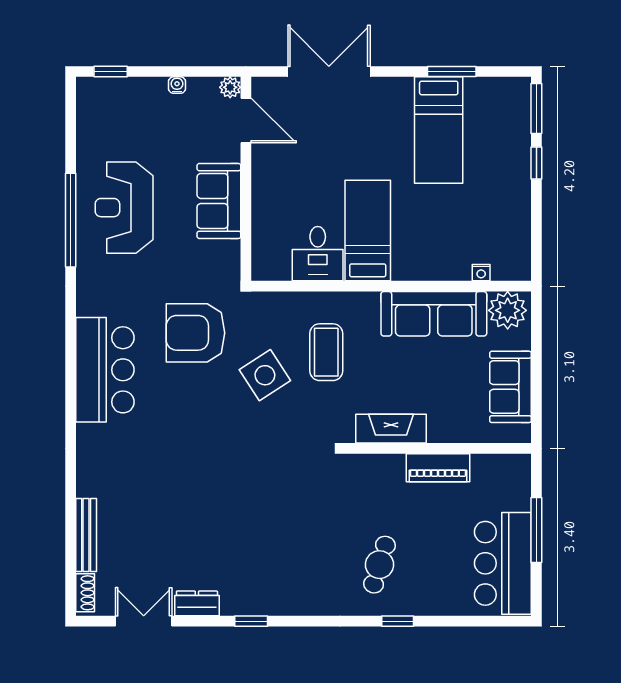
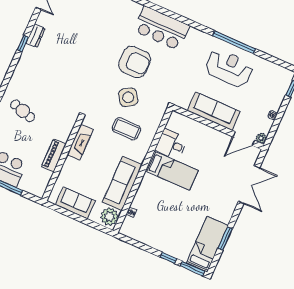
bed: (439, 130) -> (207, 244), moved, turned 90
sofa: (219, 201) -> (214, 111), width x1.36
armchair: (196, 333) -> (135, 62), moved, turned 90
dresser: (197, 603) -> (36, 36), moved

